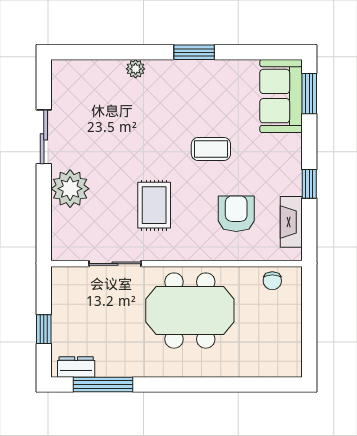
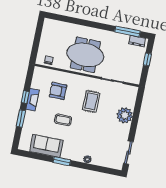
window: (309, 94) -> (21, 118), moved
sofa: (281, 96) -> (46, 146), moved, turned -90
sliding door: (44, 137) -> (128, 153), moved
armchair: (236, 214) -> (58, 91), turned 90
fireplace: (291, 222) -> (32, 100), moved

